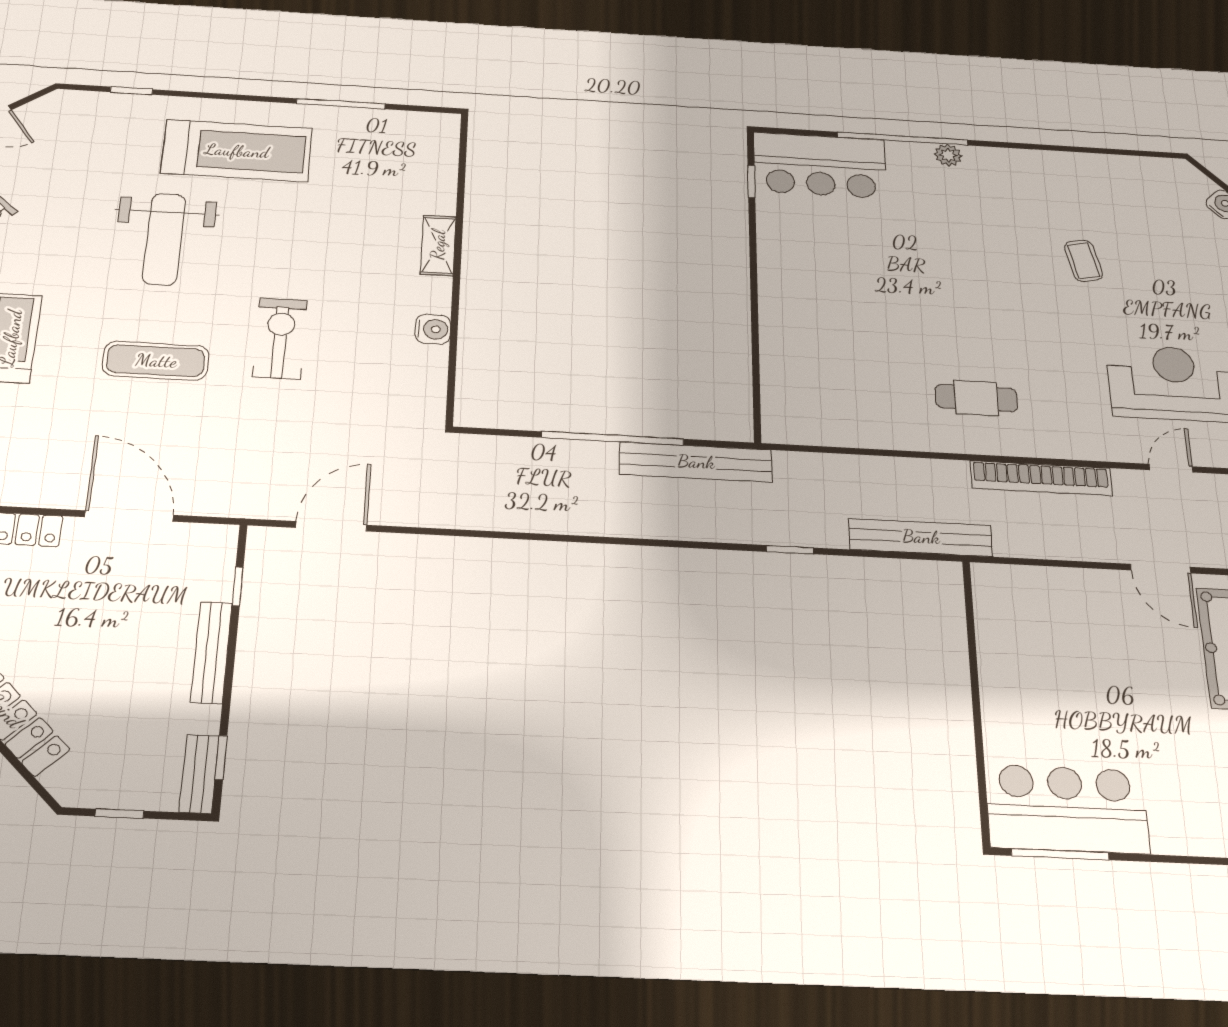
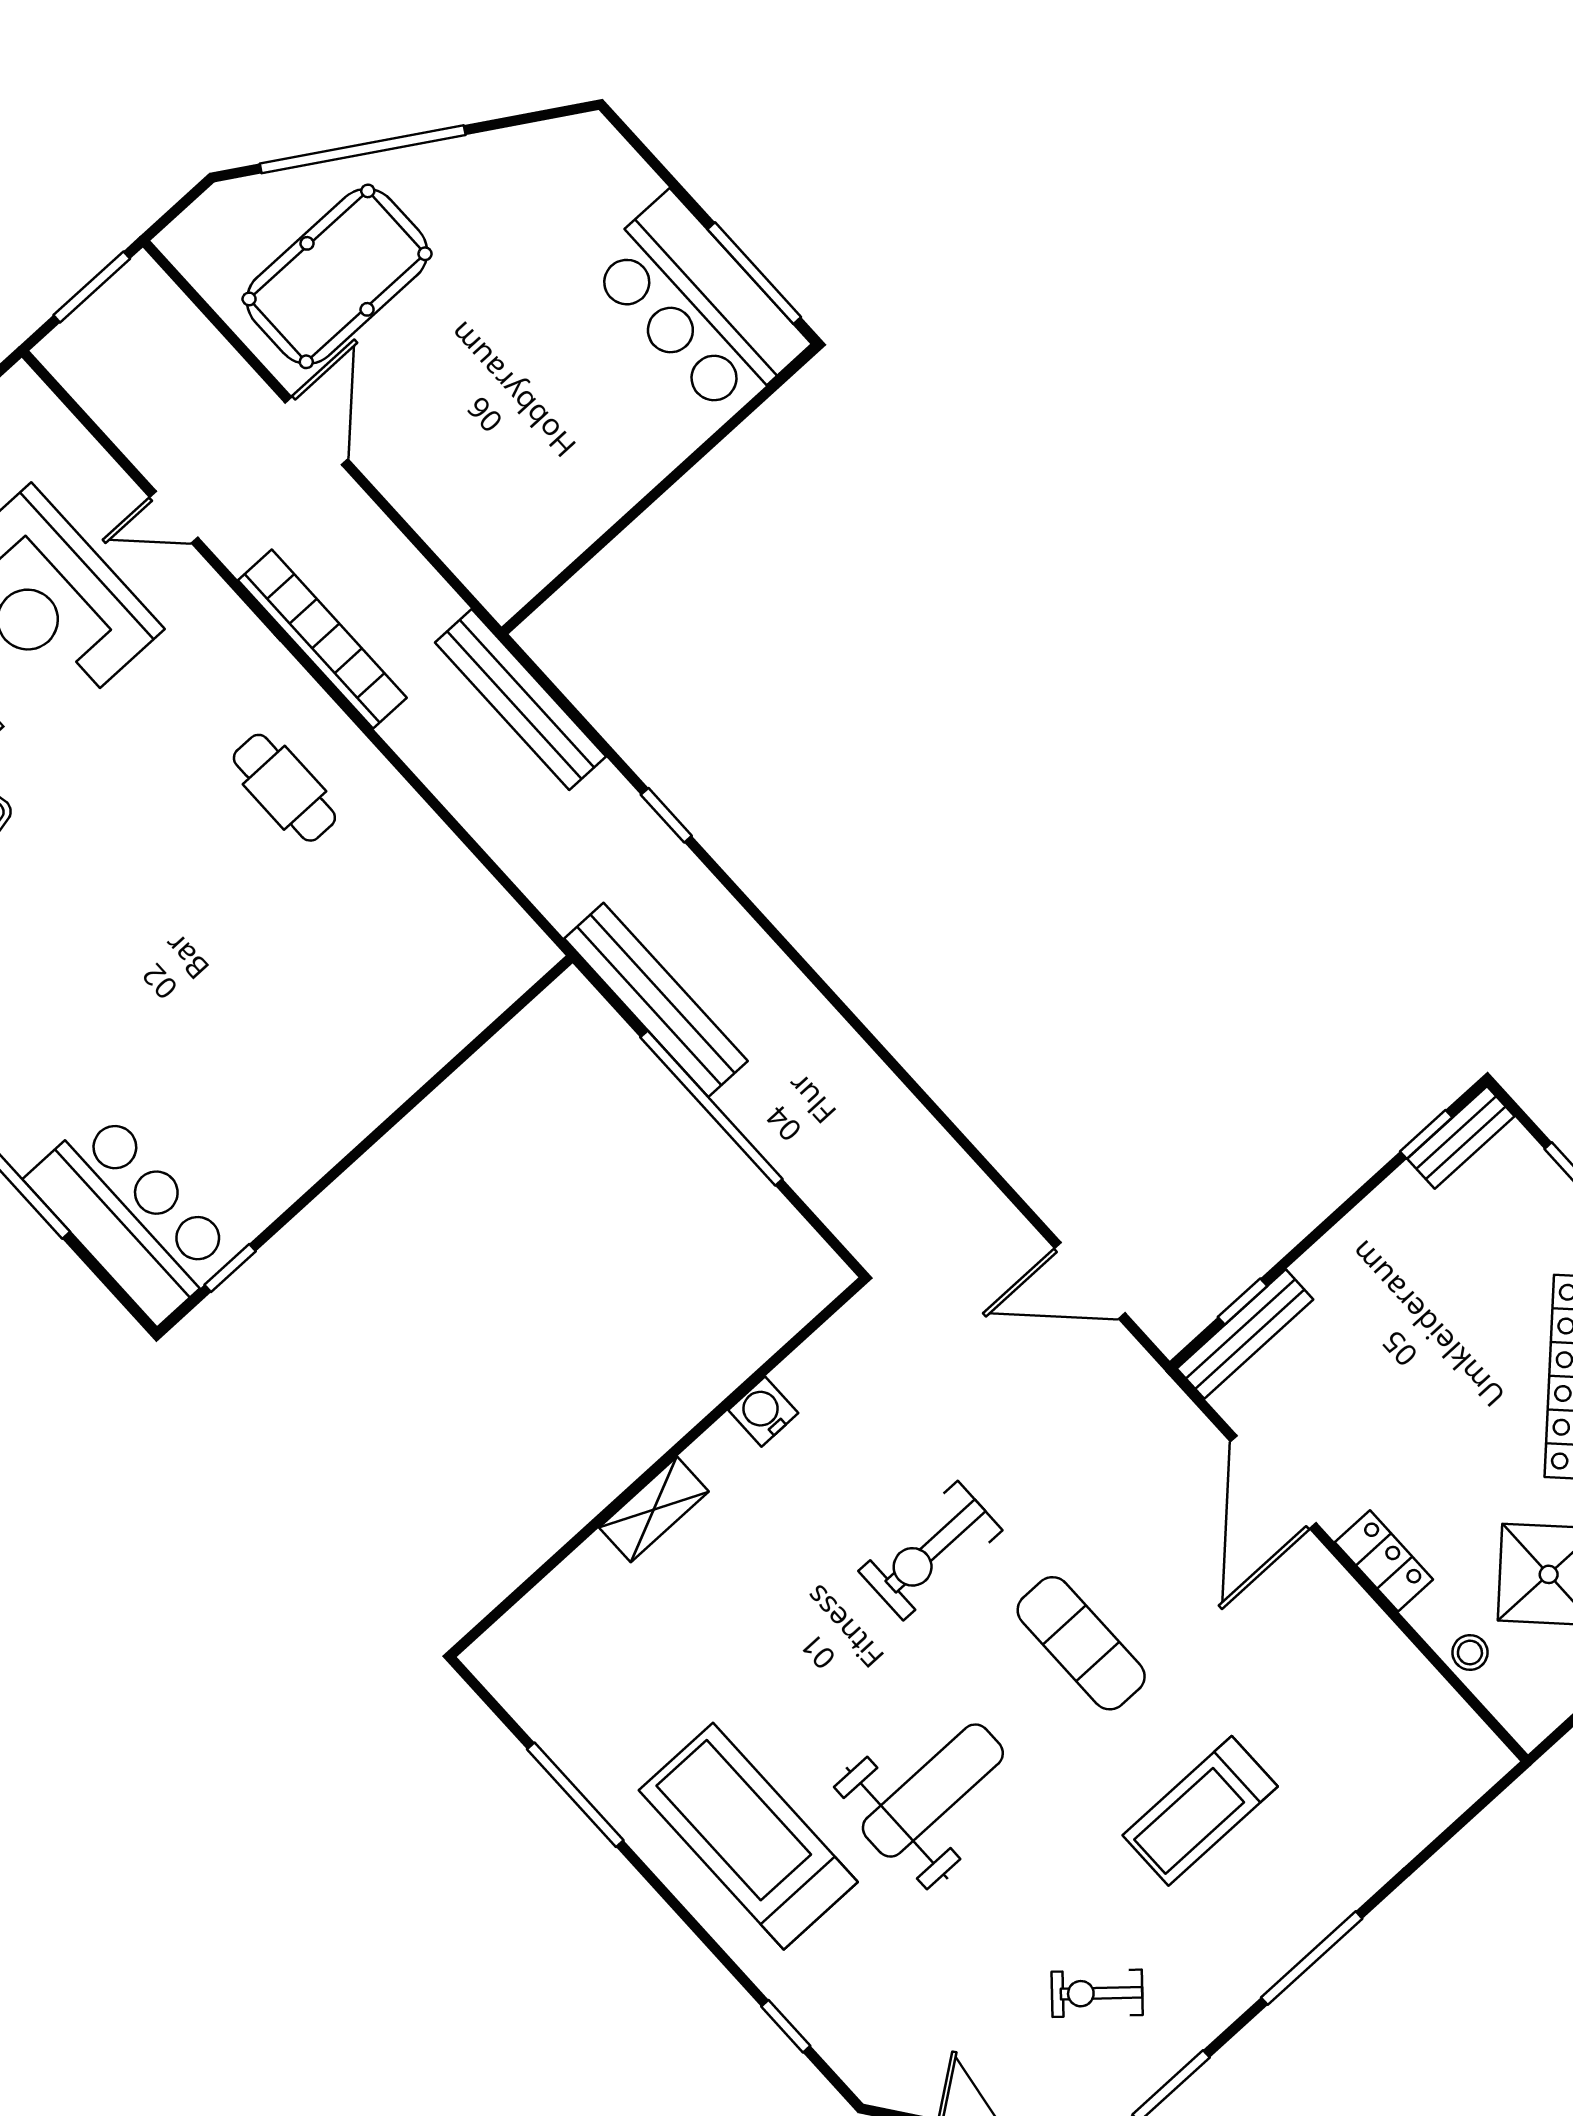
bench: (211, 652) -> (1245, 1334), moved

